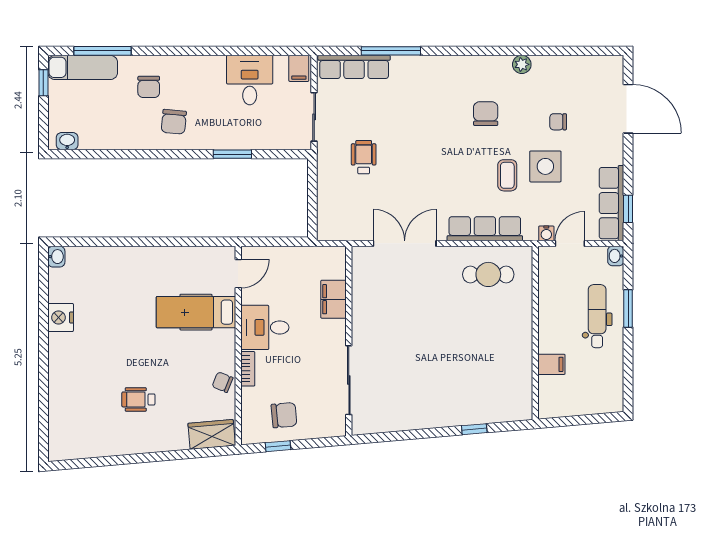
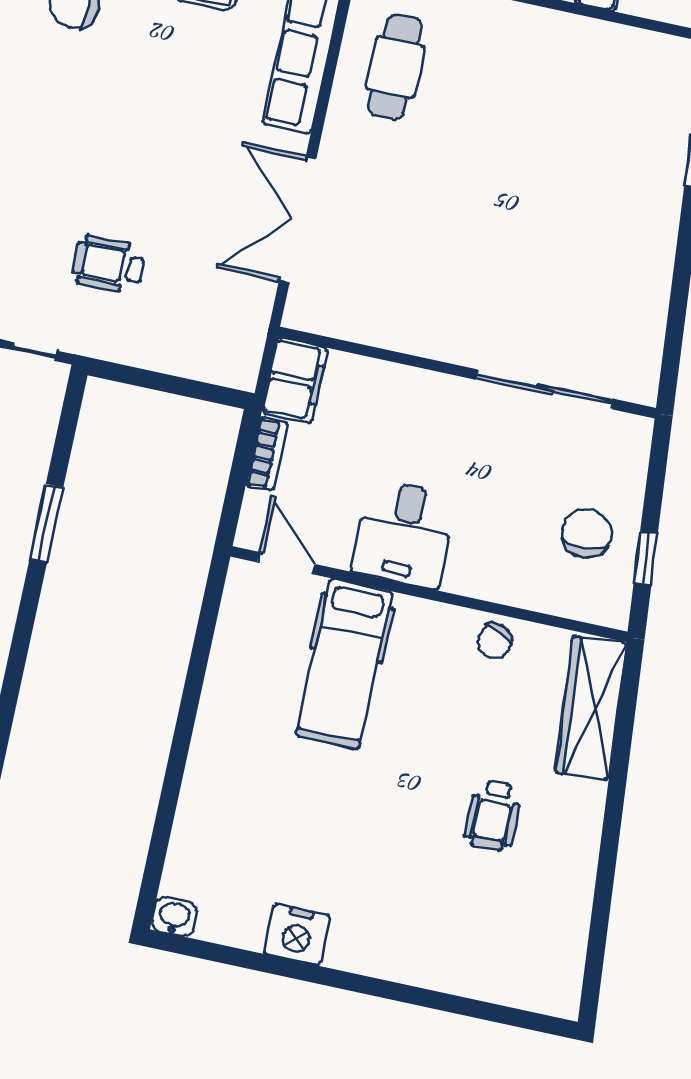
filing cabinet: (333, 299) -> (295, 380), moved, turned -90
bookcase: (248, 369) -> (267, 454), moved, turned 90
wardrobe: (212, 434) -> (591, 708), width x1.50

